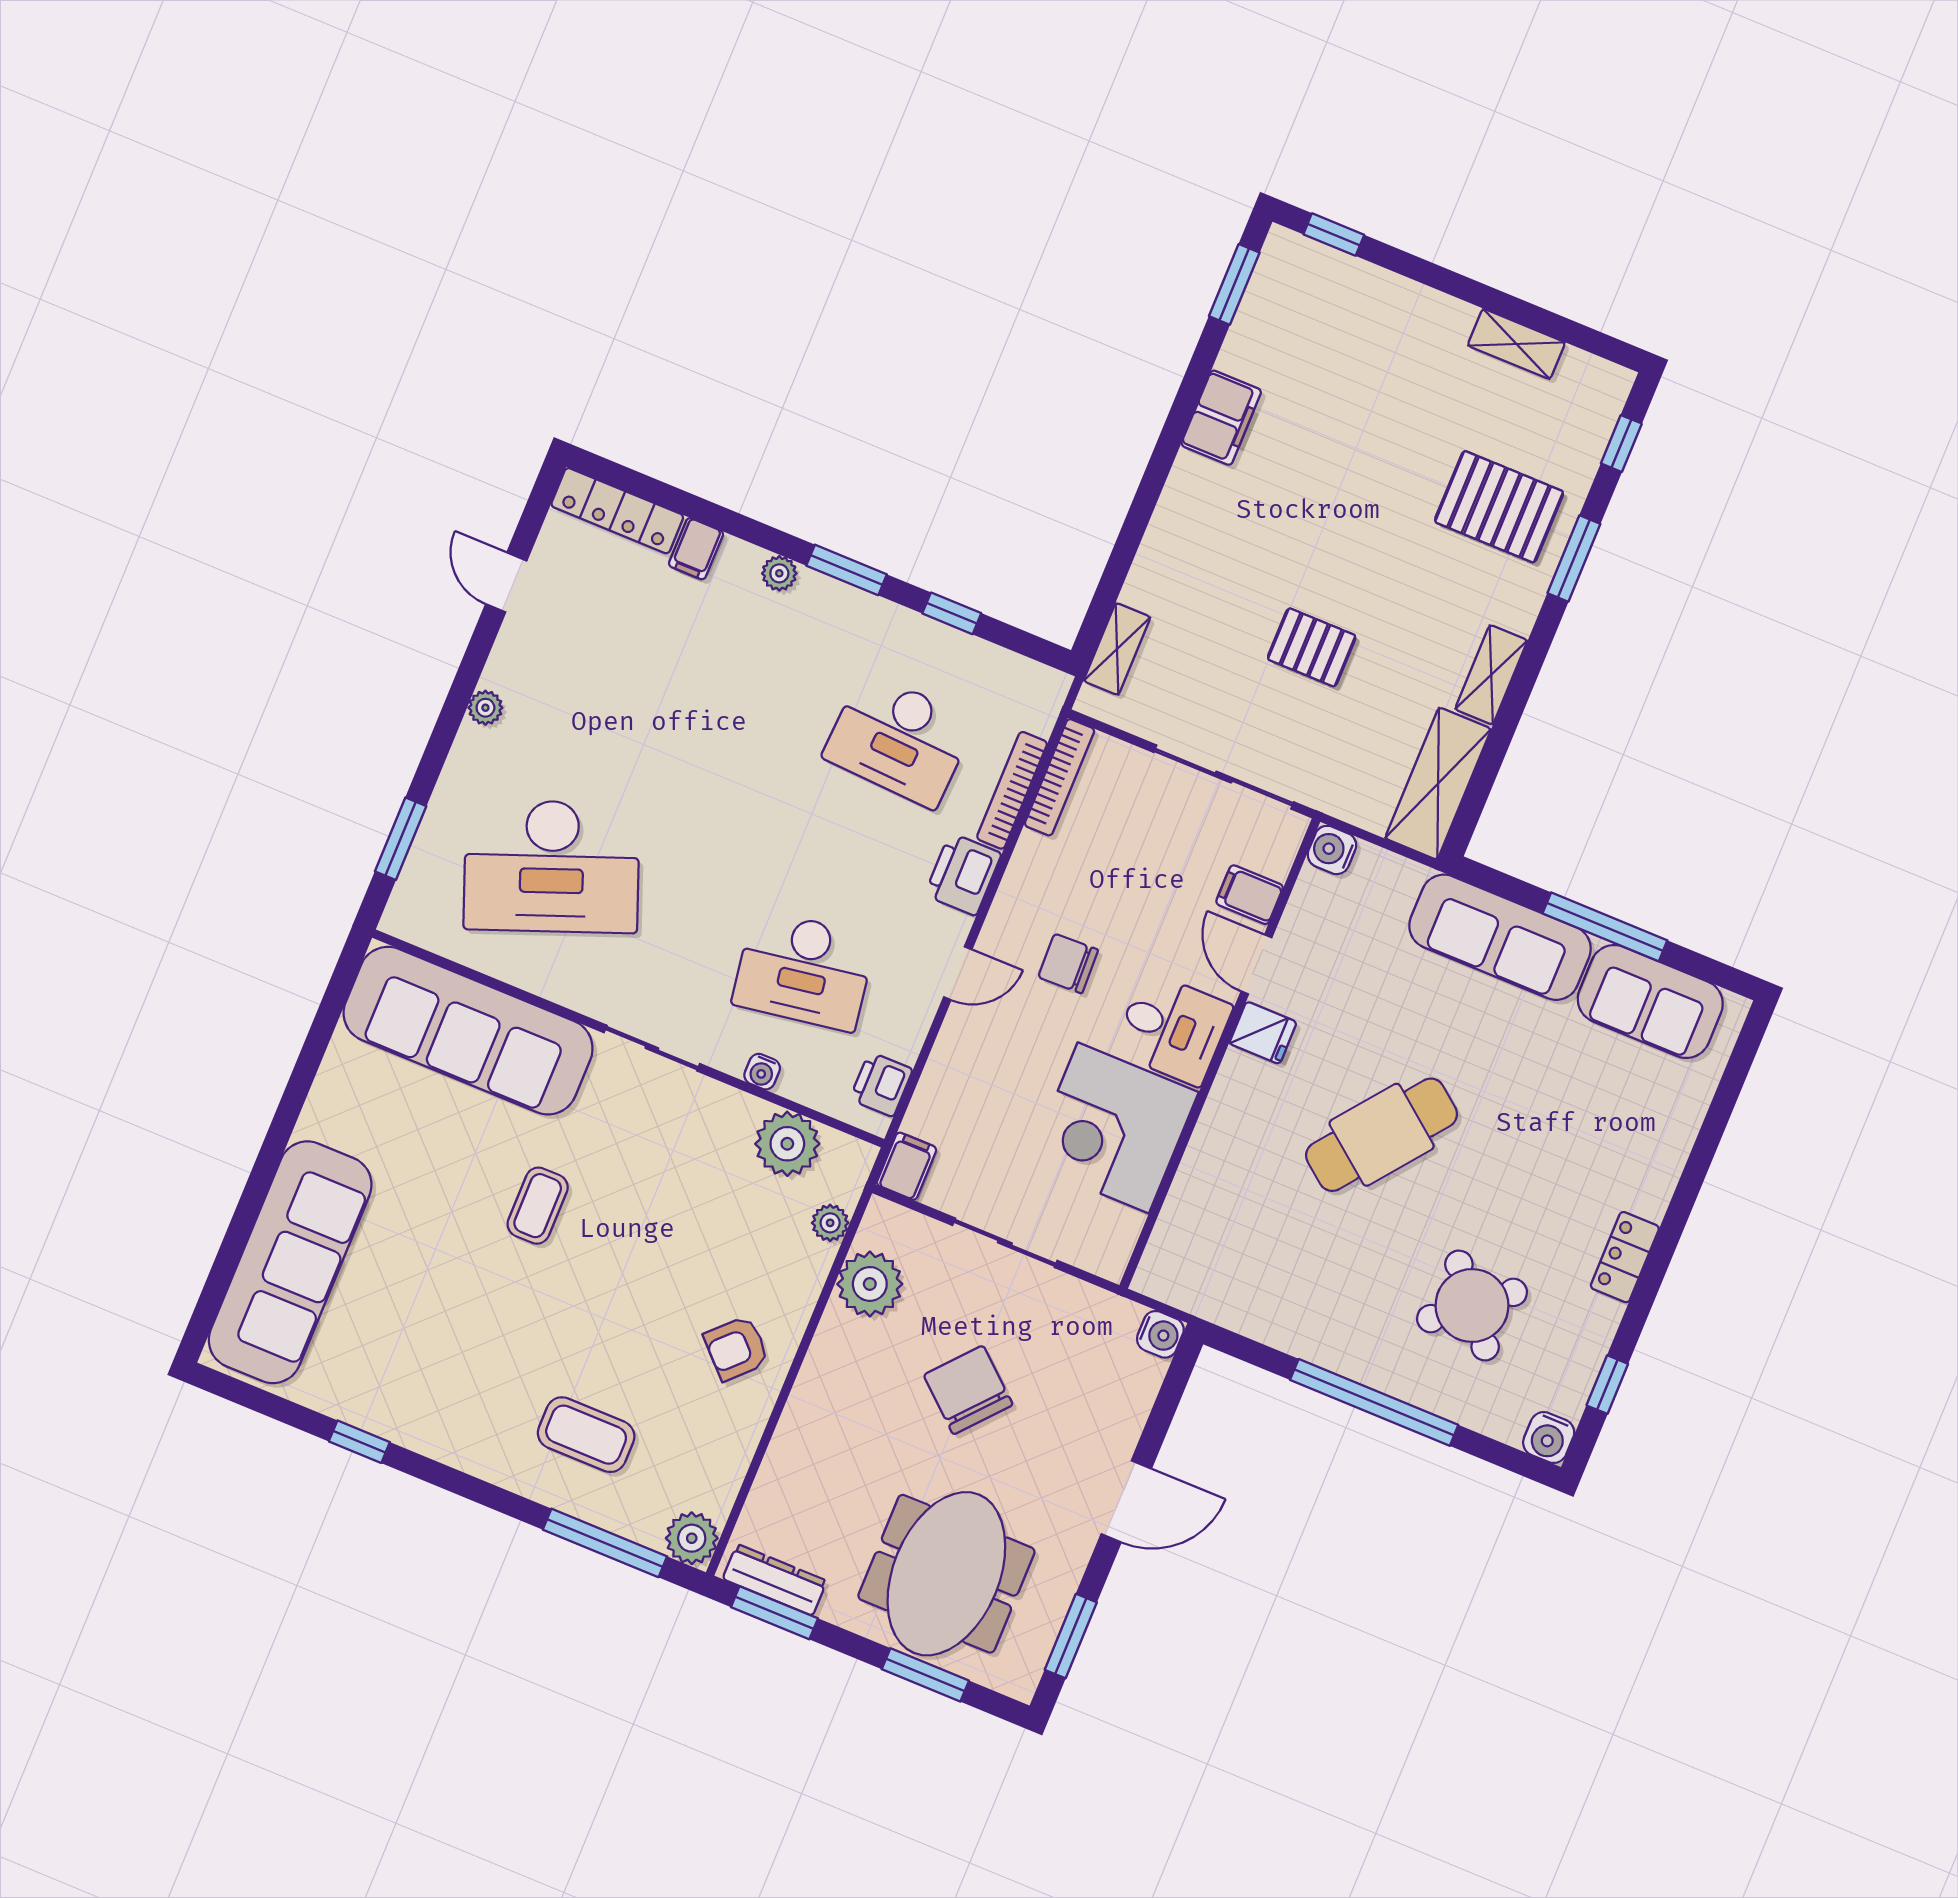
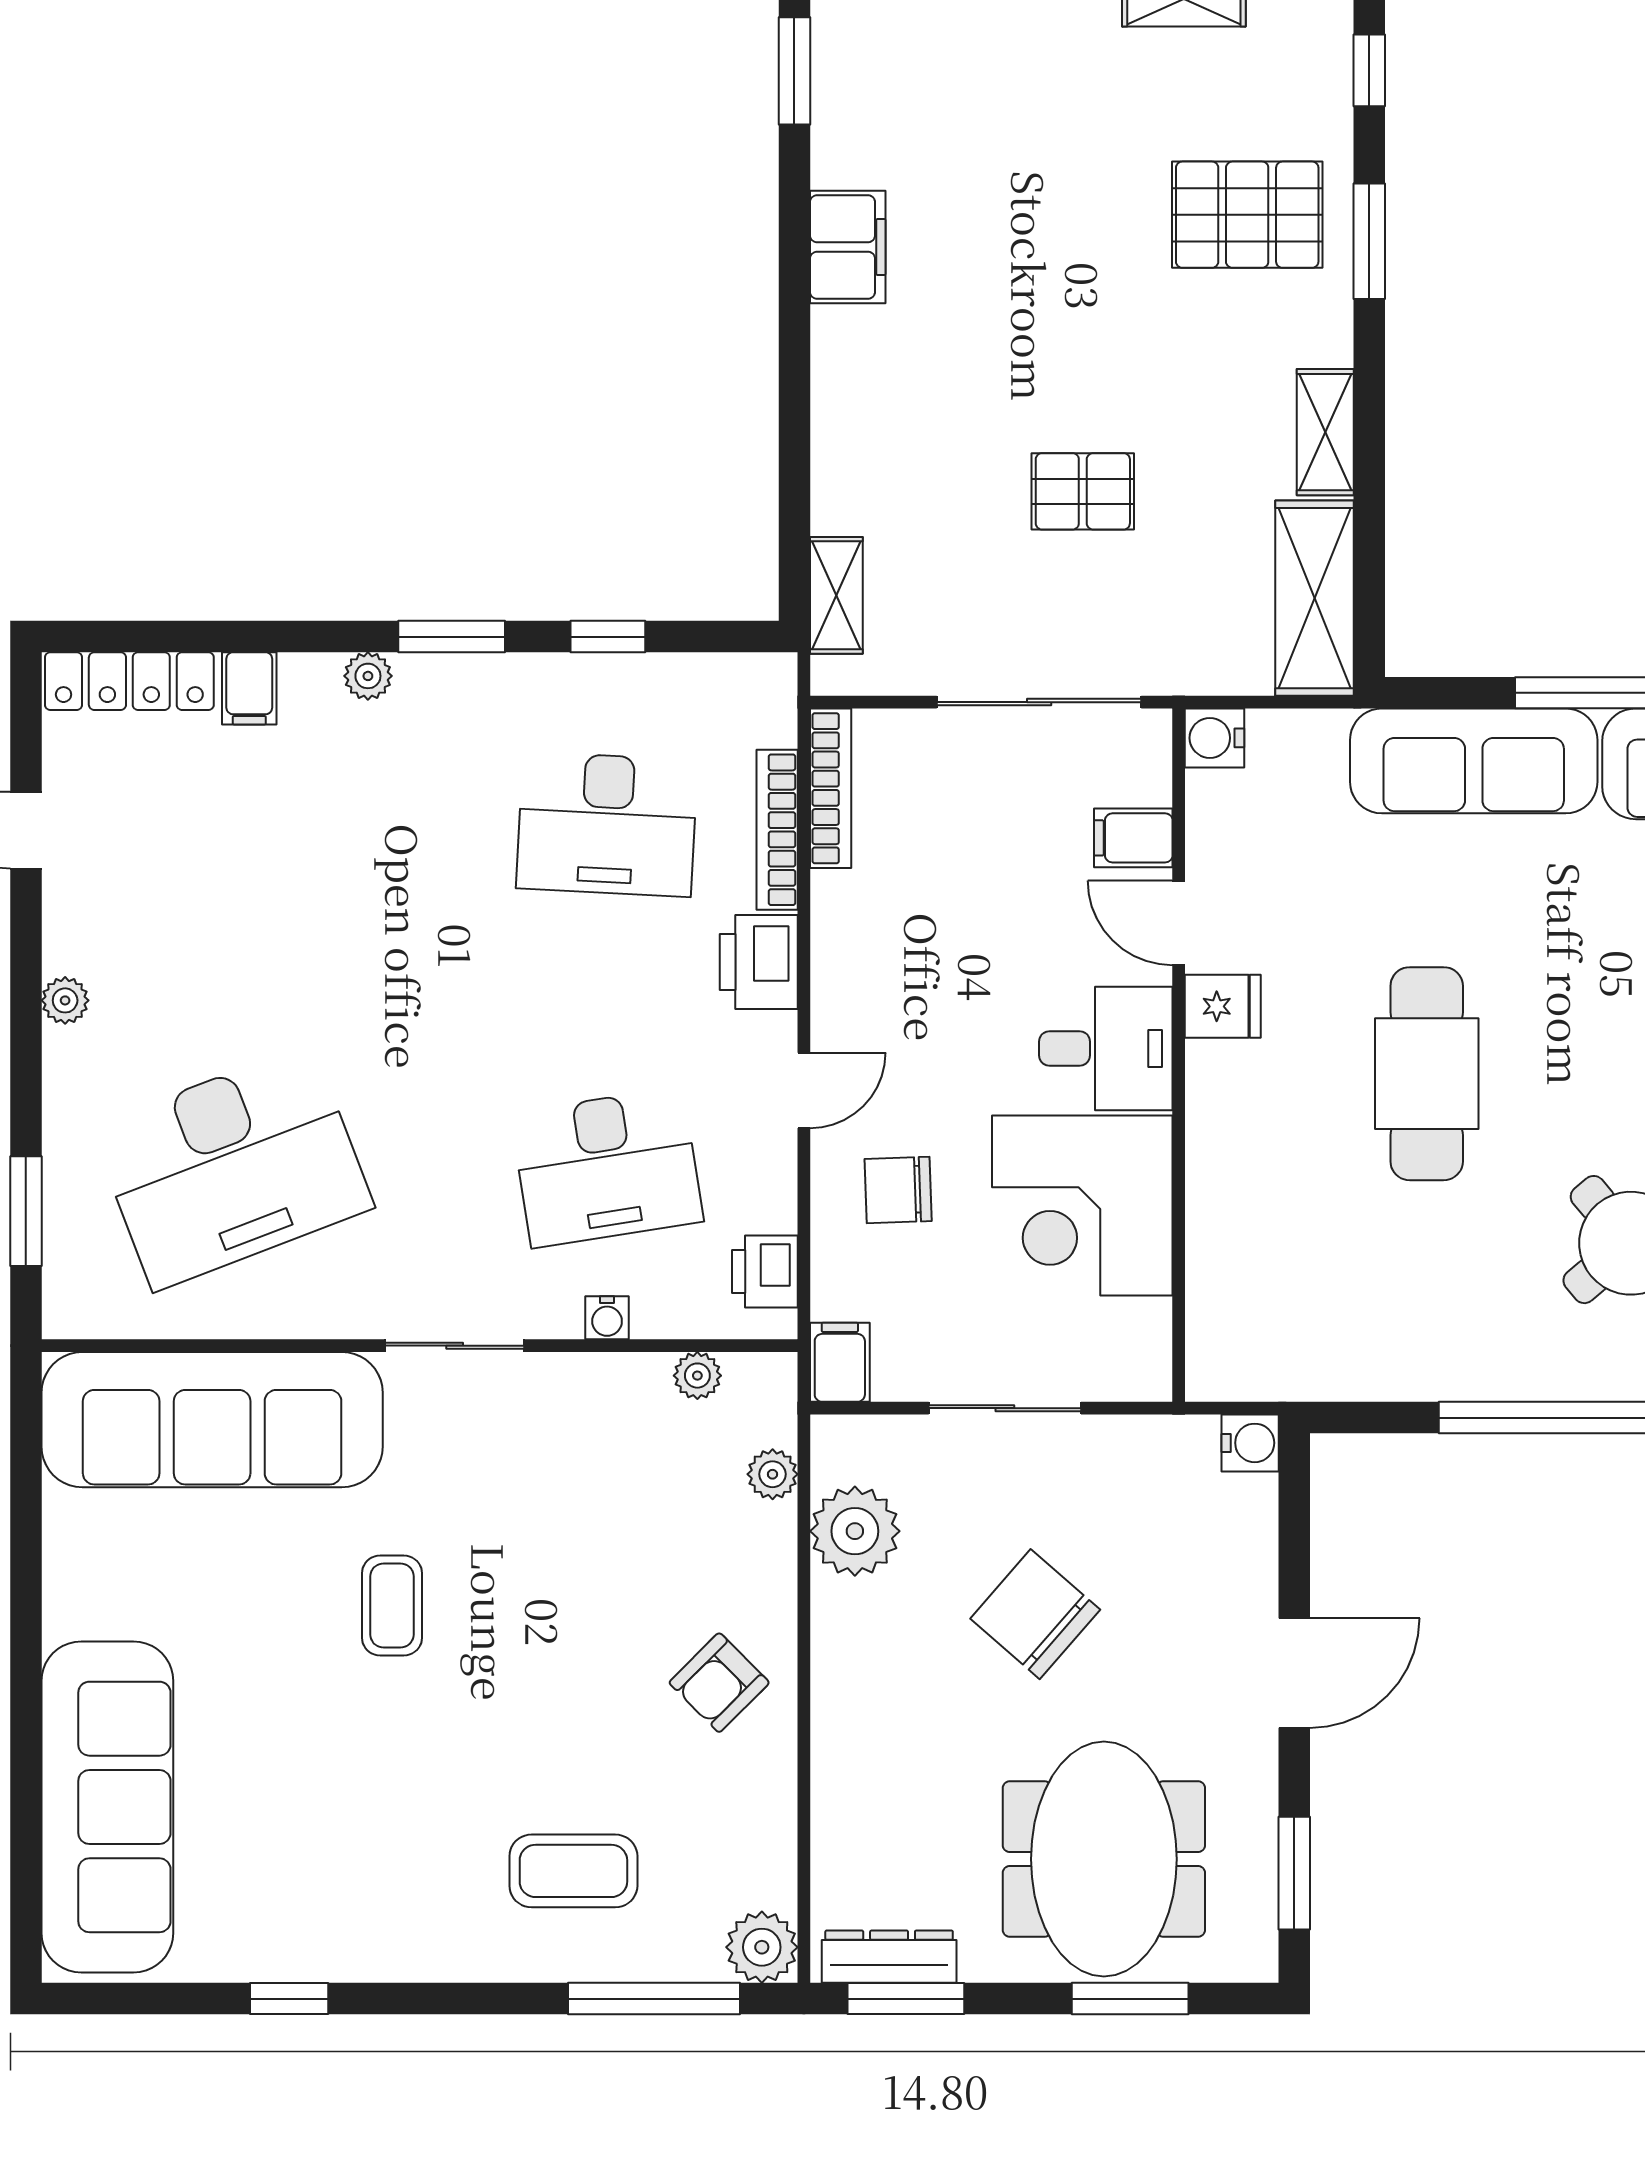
chair: (1068, 964) -> (898, 1190), moved
cafe table: (1382, 1135) -> (1427, 1074), turned -38
plant: (787, 1144) -> (697, 1376), width x0.53, depth x0.53

